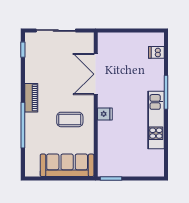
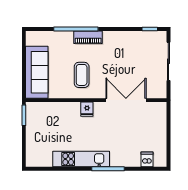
piano: (31, 98) -> (88, 37), moved

